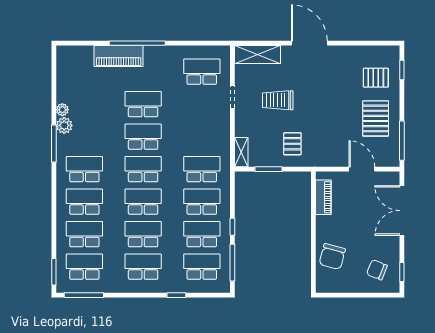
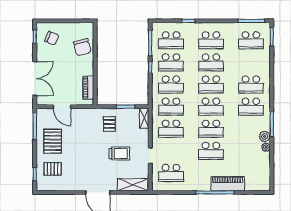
school desk: (84, 234) -> (171, 129), moved
chair: (332, 257) -> (82, 47), turned 151

